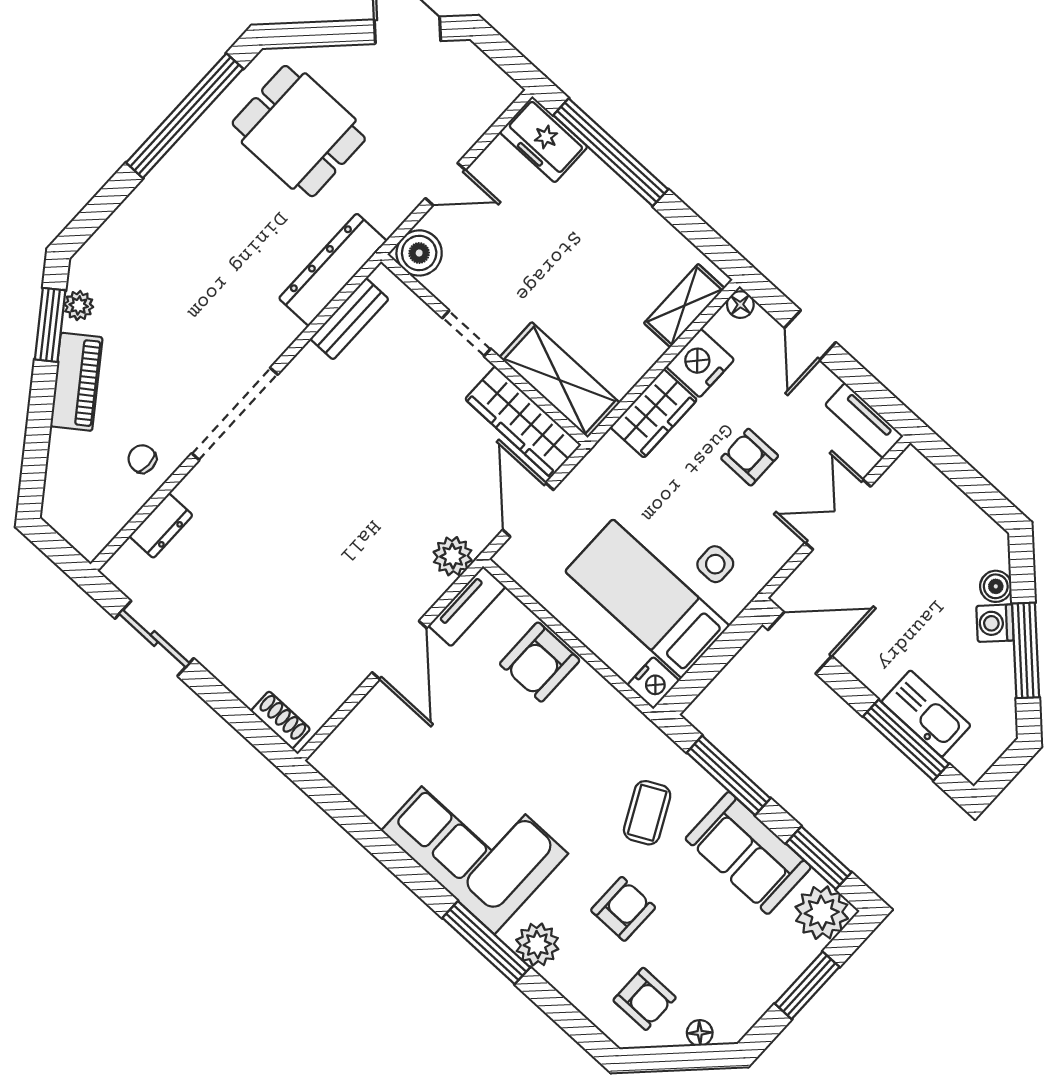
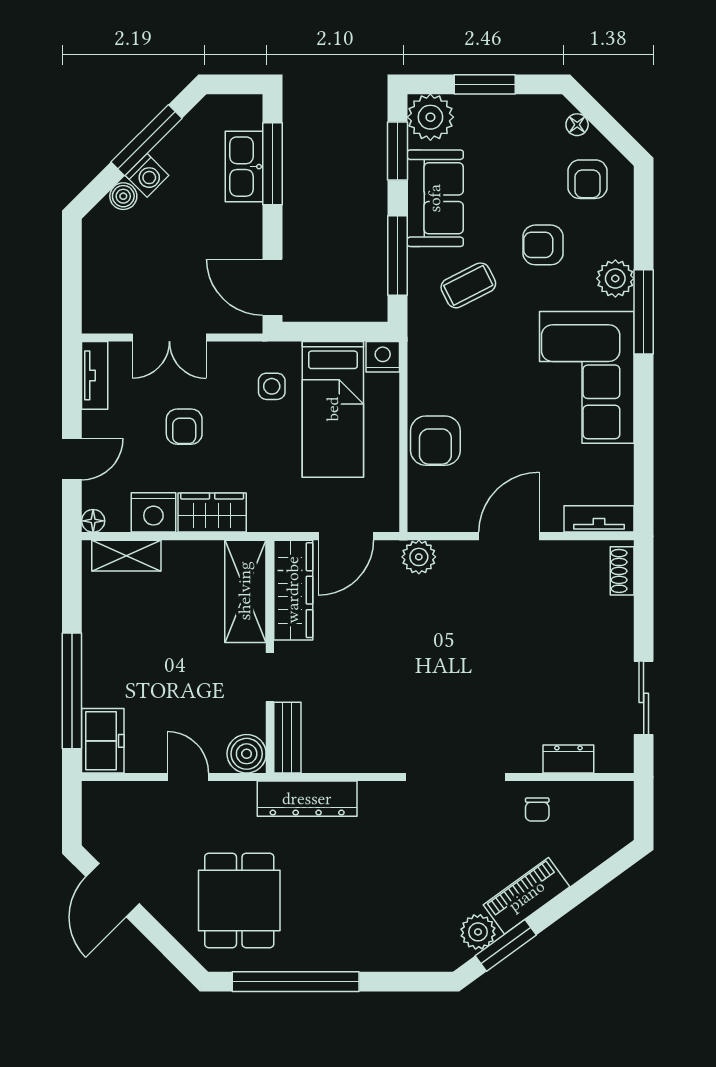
plant: (79, 305) -> (478, 932), width x1.38, depth x1.38
bench: (349, 319) -> (287, 738), moved, turned 90
tv unit: (467, 606) -> (599, 519), moved
armchair: (540, 662) -> (435, 441), turned 90
armchair: (645, 999) -> (588, 179), turned 180

